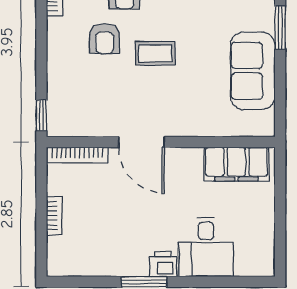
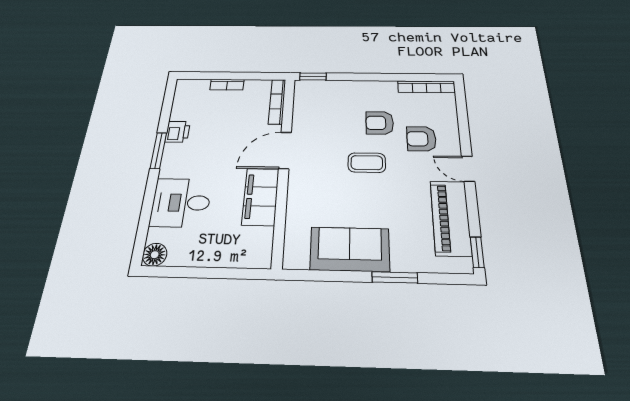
coffee table: (155, 53) -> (367, 163), turned 90
filing cabinet: (236, 164) -> (261, 197), moved
printer: (163, 264) -> (178, 132), moved
floor lamp: (263, 265) -> (155, 255), added

